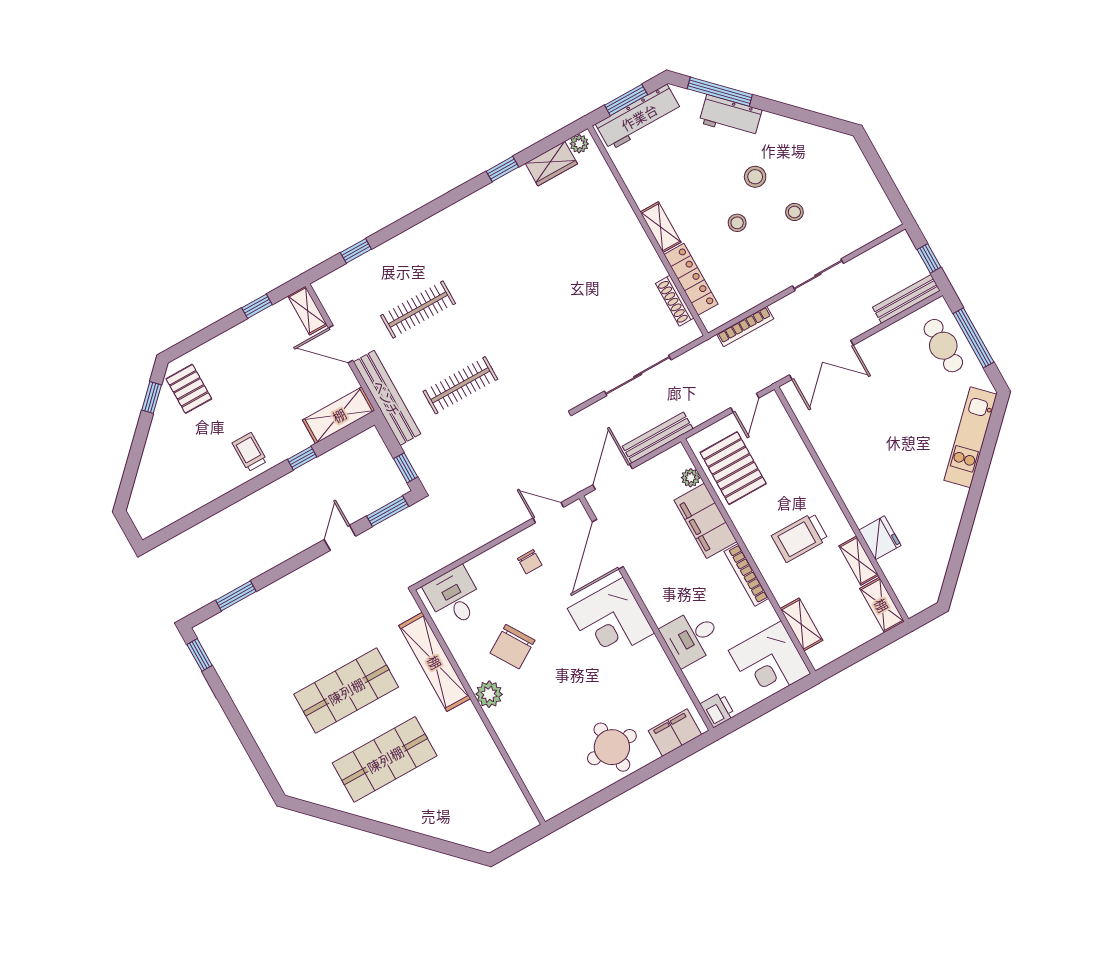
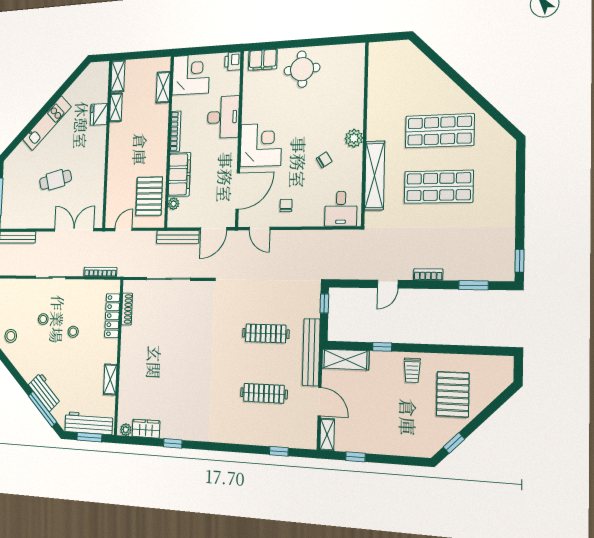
stool: (755, 177) -> (11, 336), moved
shelving: (661, 227) -> (110, 379), moved
cafe table: (943, 346) -> (56, 180), moved, turned 76
pallet: (189, 389) -> (453, 394), moved, width x1.50, depth x1.42
kitchen unit: (970, 437) -> (47, 123), moved
window: (388, 511) -> (350, 284), removed
trolley: (800, 538) -> (137, 137), removed
bookcase: (297, 578) -> (428, 275), added
desk: (691, 637) -> (223, 117), width x1.37
chair: (513, 647) -> (324, 160), width x0.54, depth x0.54

